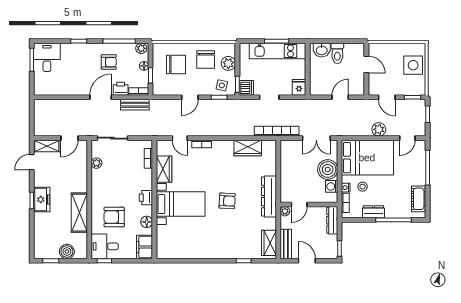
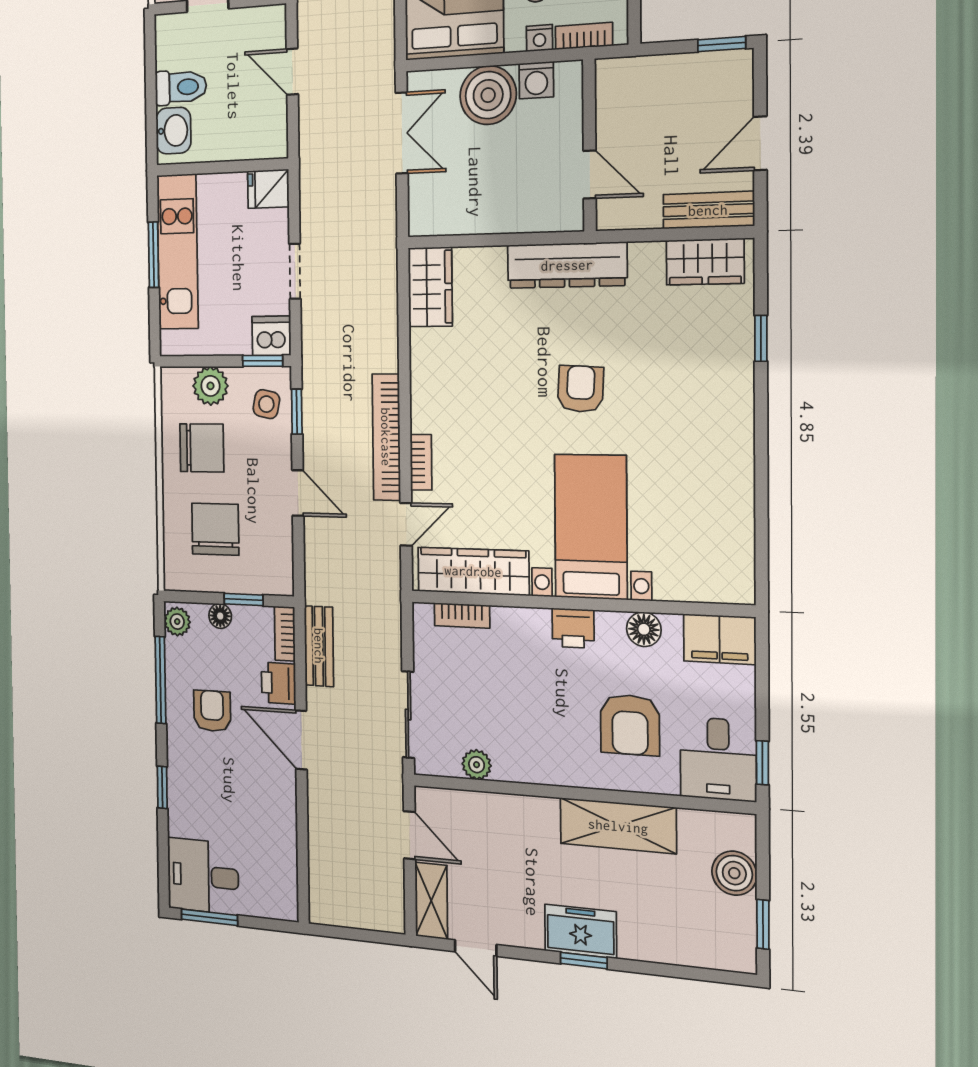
bookcase: (277, 131) -> (386, 437), moved
wardrobe: (248, 148) -> (430, 287), moved
wardrobe: (164, 169) -> (473, 571), width x1.50
plant: (285, 211) -> (610, 216), removed
dresser: (332, 220) -> (636, 72), removed

